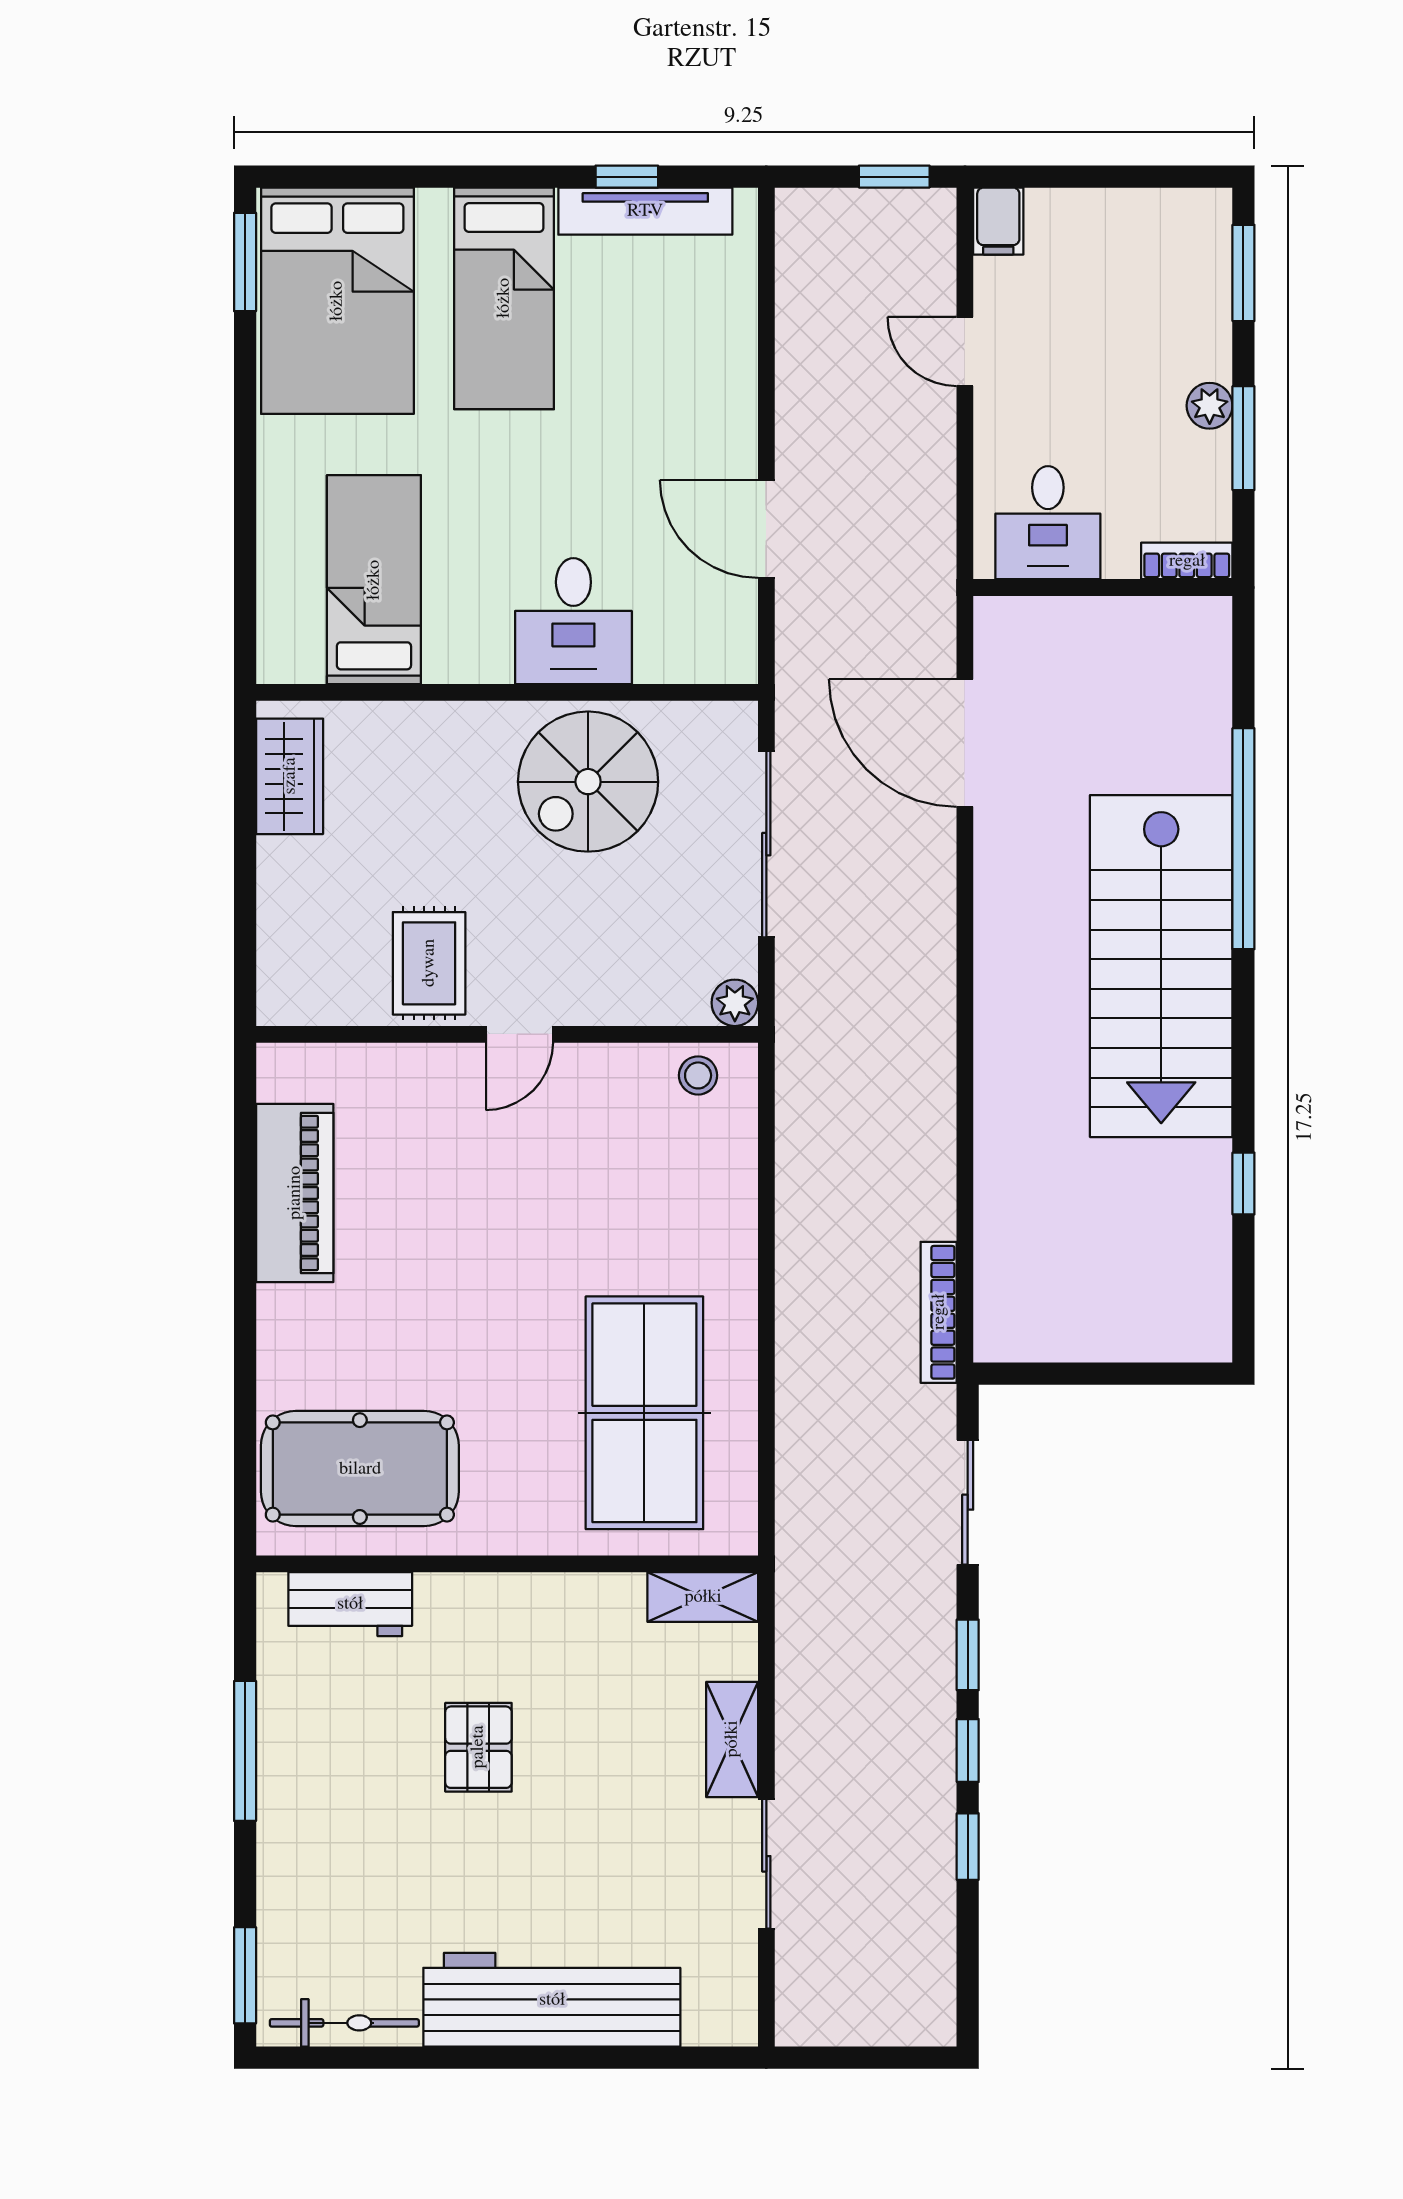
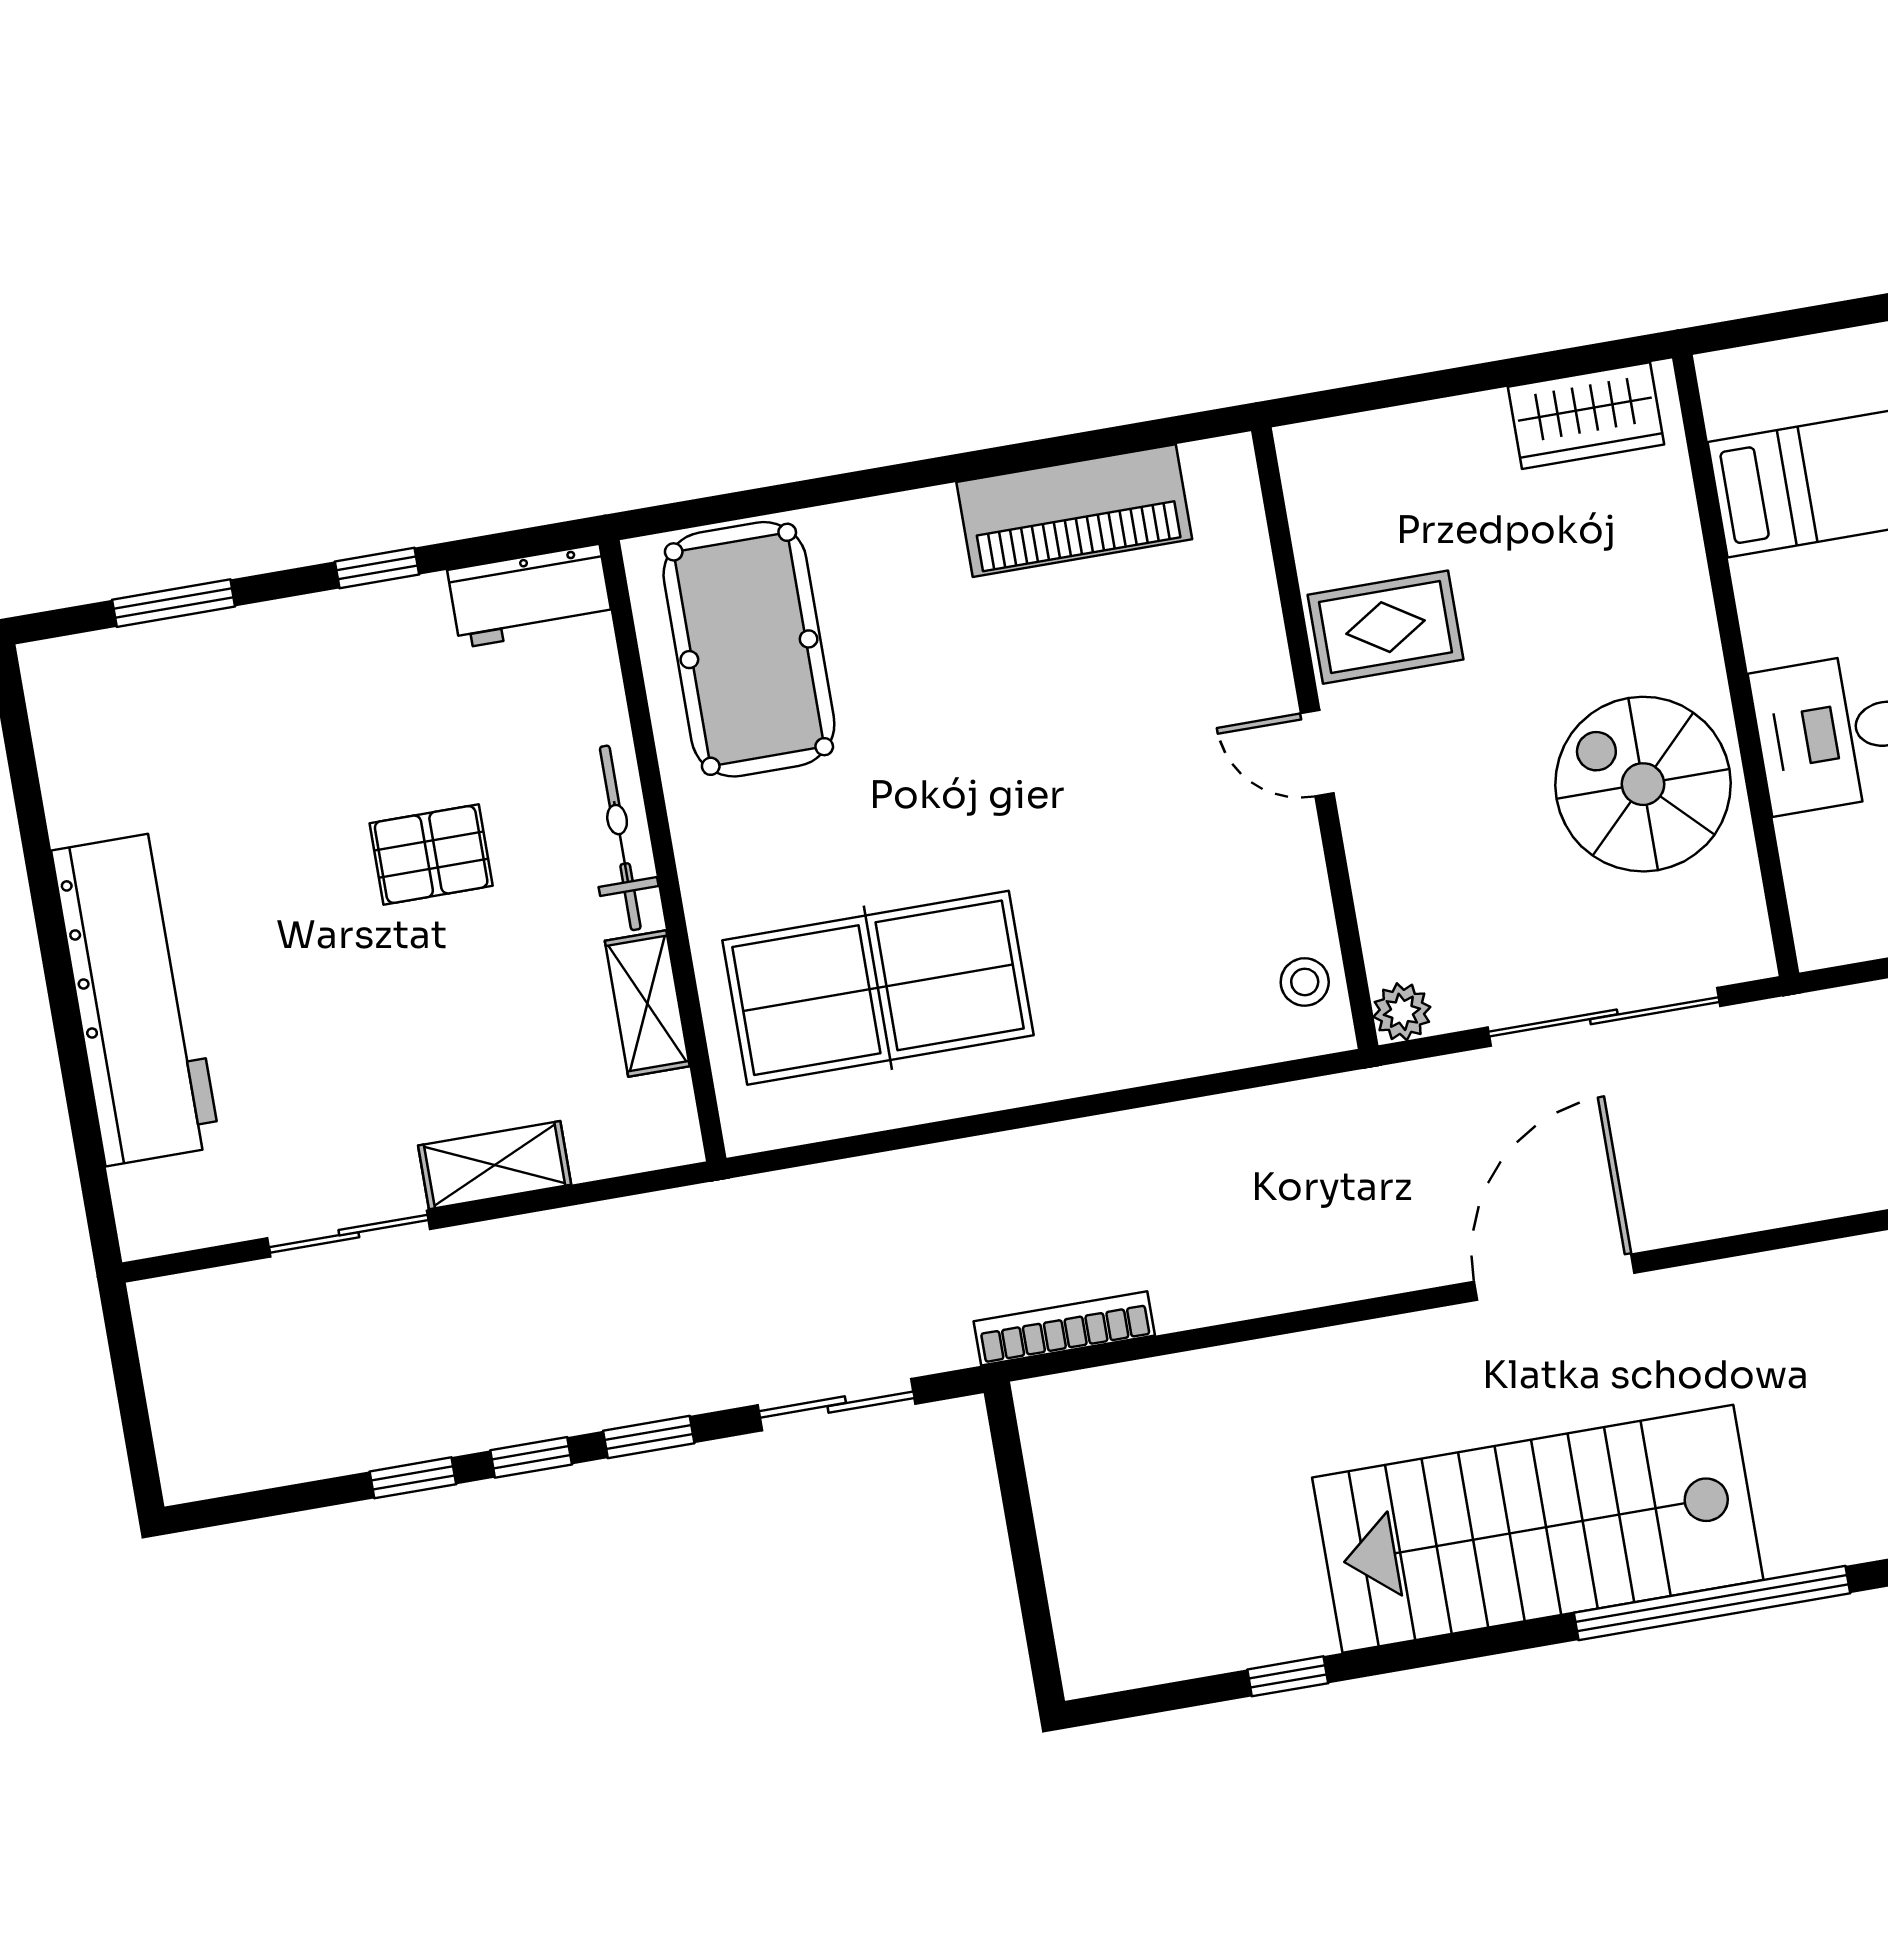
door: (965, 743) -> (1554, 1277), moved
shelving: (703, 1597) -> (647, 1004), moved
workbench: (350, 1604) -> (530, 596), moved, turned -90
window: (245, 1751) -> (377, 568), width x0.46
window: (245, 1975) -> (174, 603), moved
bicycle: (344, 2023) -> (620, 838), moved, turned 180

